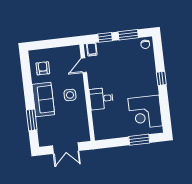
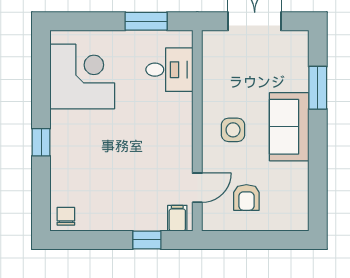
window: (128, 35) -> (99, 240), removed
armchair: (43, 68) -> (246, 197), moved
desk: (101, 99) -> (169, 70), moved
window: (139, 140) -> (146, 21), moved

